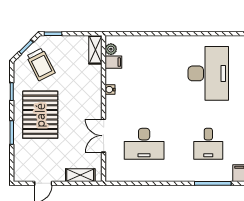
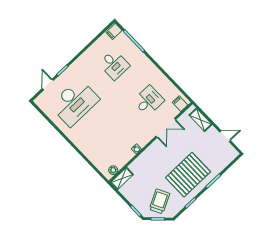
filing cabinet: (113, 62) -> (180, 104), moved
desk: (208, 73) -> (75, 102), turned 180
desk: (144, 144) -> (149, 101), width x0.73
desk: (208, 144) -> (114, 65), turned 90

